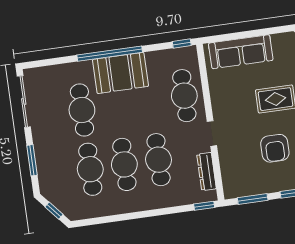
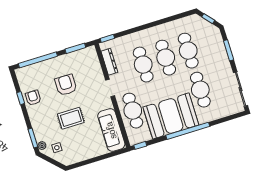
sofa: (241, 52) -> (111, 130), moved, turned -90
booth: (120, 73) -> (171, 116), width x1.36, depth x1.42

